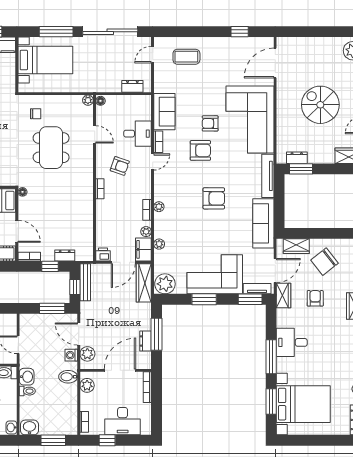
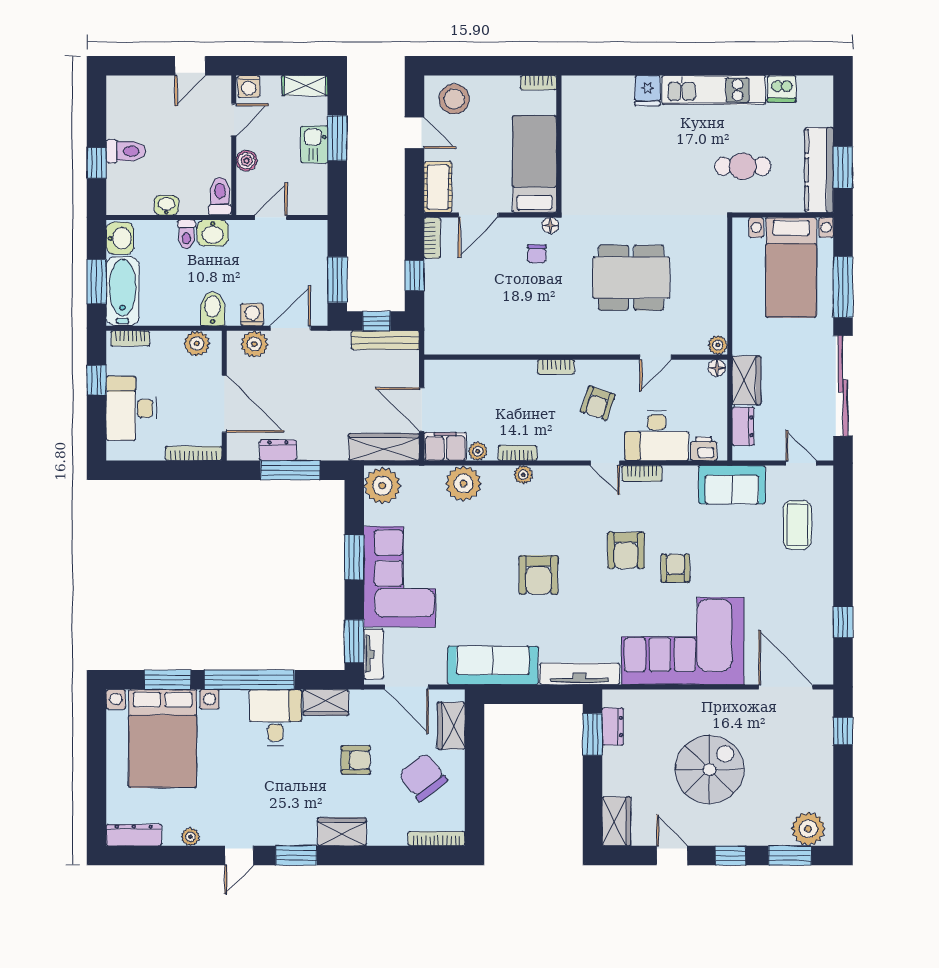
window: (299, 32) -> (843, 731), added
wardrobe: (107, 85) -> (746, 380), added
sofa: (164, 112) -> (732, 485), moved
chair: (36, 114) -> (537, 254), moved
desk: (138, 134) -> (657, 436), width x1.37
plant: (159, 244) -> (463, 483), width x1.88, depth x1.88
dresser: (65, 255) -> (434, 303), removed
printer: (103, 255) -> (704, 449), moved, turned -90
wardrobe: (284, 296) -> (326, 702), moved
window: (271, 357) -> (249, 680), width x1.46
bathtub: (58, 426) -> (123, 291), added
washbasin: (11, 427) -> (166, 205), moved

